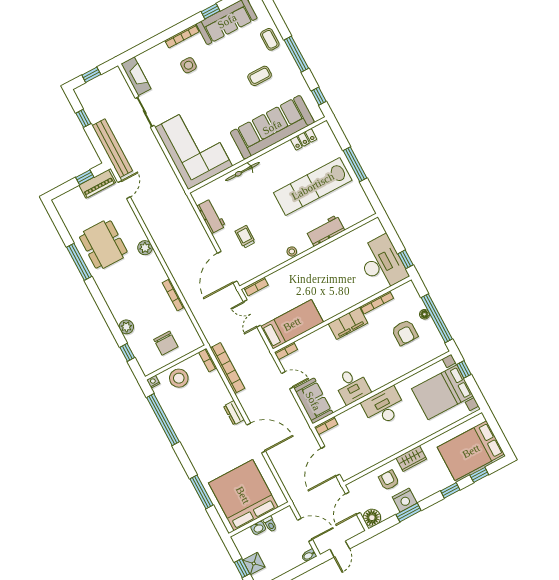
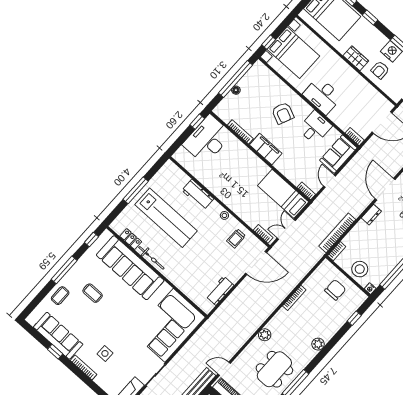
bicycle: (242, 172) -> (151, 258), moved
trolley: (245, 237) -> (236, 238), moved
double door: (252, 314) -> (286, 229), swing flipped
plant: (126, 327) -> (318, 344), moved
armchair: (405, 332) -> (283, 113), moved, turned 114

